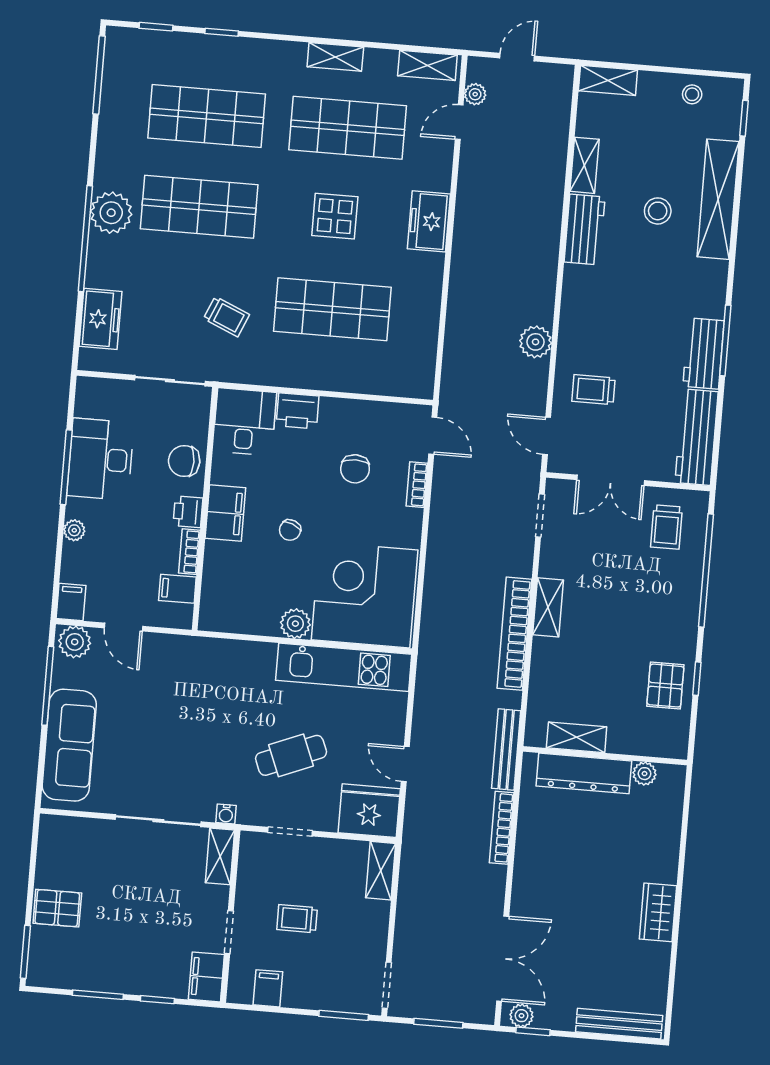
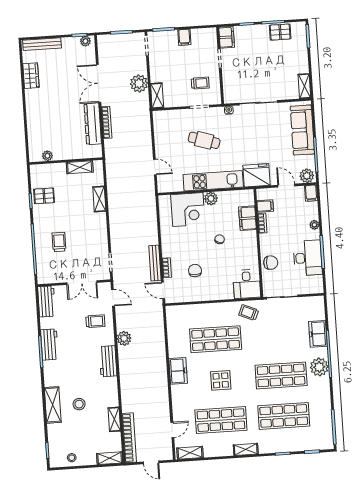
shelving: (335, 57) -> (246, 449), moved
door: (517, 57) -> (151, 462), hinge flipped
plant: (475, 94) -> (139, 83), moved, width x1.88, depth x1.88
shelving: (718, 199) -> (53, 405), width x0.68
freezer: (429, 221) -> (178, 371), moved
workbench: (585, 229) -> (108, 361), moved
trolley: (226, 317) -> (249, 313), moved
freezer: (100, 319) -> (318, 334), moved
printer: (298, 411) -> (224, 292), removed
workbench: (697, 437) -> (47, 301), width x0.73
double door: (611, 480) -> (82, 283), swing flipped
printer: (188, 512) -> (266, 241), removed
filing cabinet: (225, 513) -> (247, 218), moved
trolley: (666, 527) -> (59, 242), moved
corner desk: (365, 595) -> (188, 210), width x0.74, depth x0.74
shelving: (548, 607) -> (99, 199), moved
bookcase: (514, 634) -> (129, 438), moved
kitchen unit: (344, 667) -> (213, 181), moved
pallet: (665, 686) -> (44, 196), turned 90
bench: (506, 749) -> (155, 263), moved
cafe table: (291, 755) -> (204, 140), turned 40
door: (405, 764) -> (155, 167), moved
dresser: (584, 773) -> (93, 124), moved, turned -90
fridge: (369, 811) -> (256, 175), moved, turned 180
shelving: (220, 856) -> (304, 86), moved
pallet: (57, 908) -> (280, 32), moved
wardrobe: (658, 912) -> (31, 76), moved
trolley: (297, 919) -> (200, 83), moved
double door: (503, 959) -> (99, 83), moved
filing cabinet: (268, 988) -> (184, 37), moved

